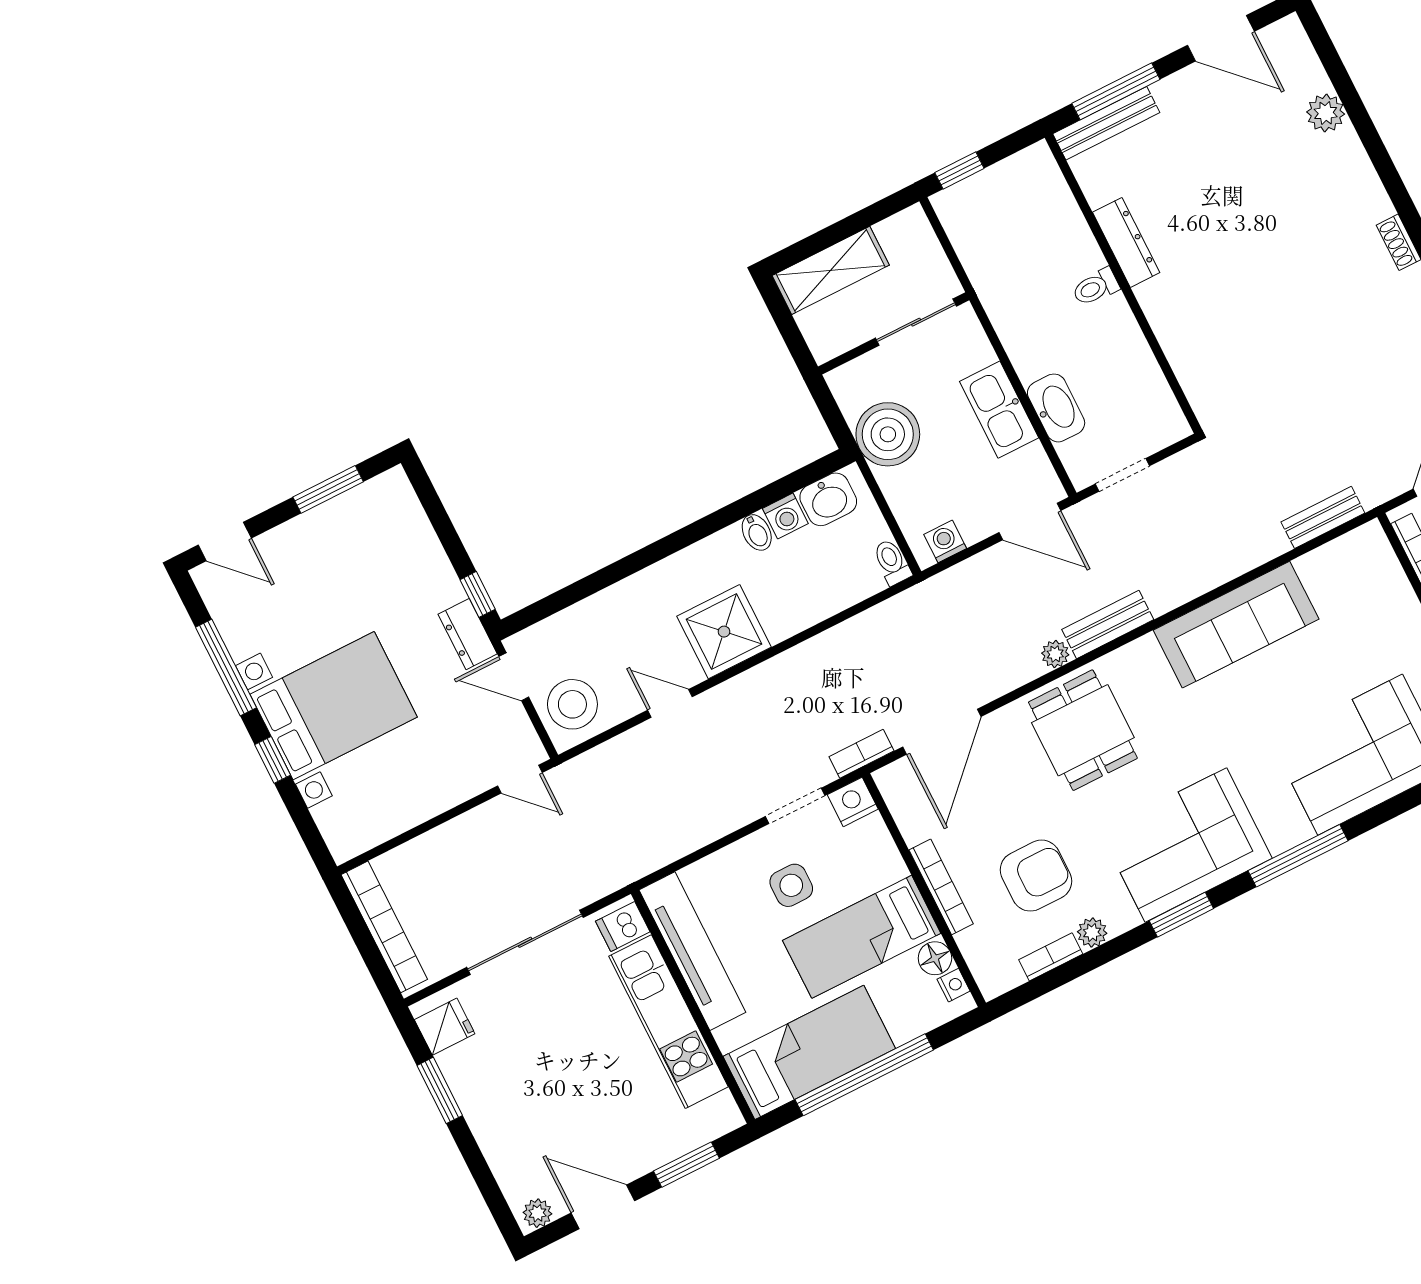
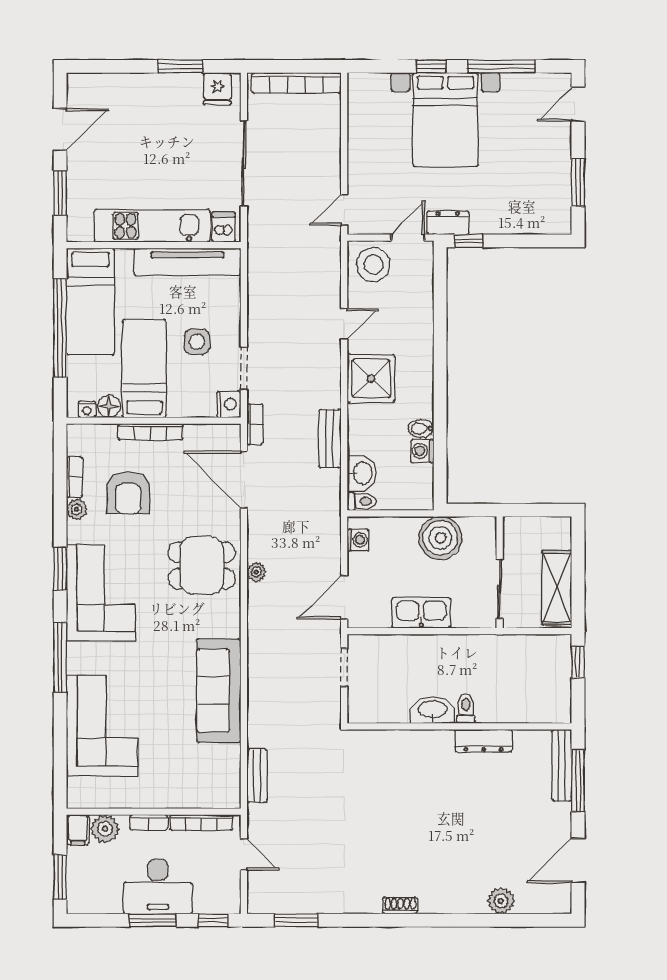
shelving: (831, 270) -> (557, 587), moved
washbasin: (1056, 408) -> (433, 710), moved, turned 180
washbasin: (828, 499) -> (362, 473), moved, turned 180
bench: (1108, 625) -> (330, 438), moved
plant: (537, 1213) -> (76, 88), removed

